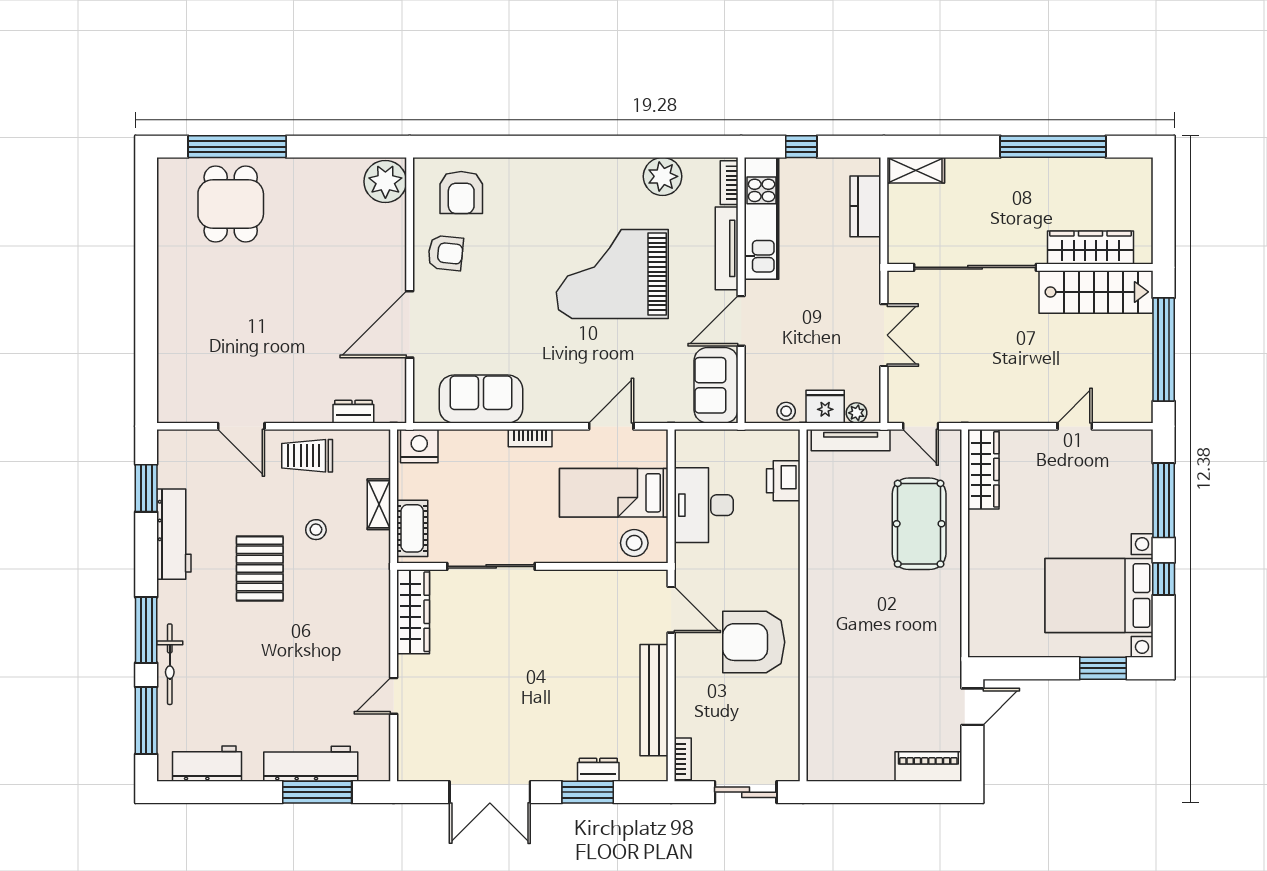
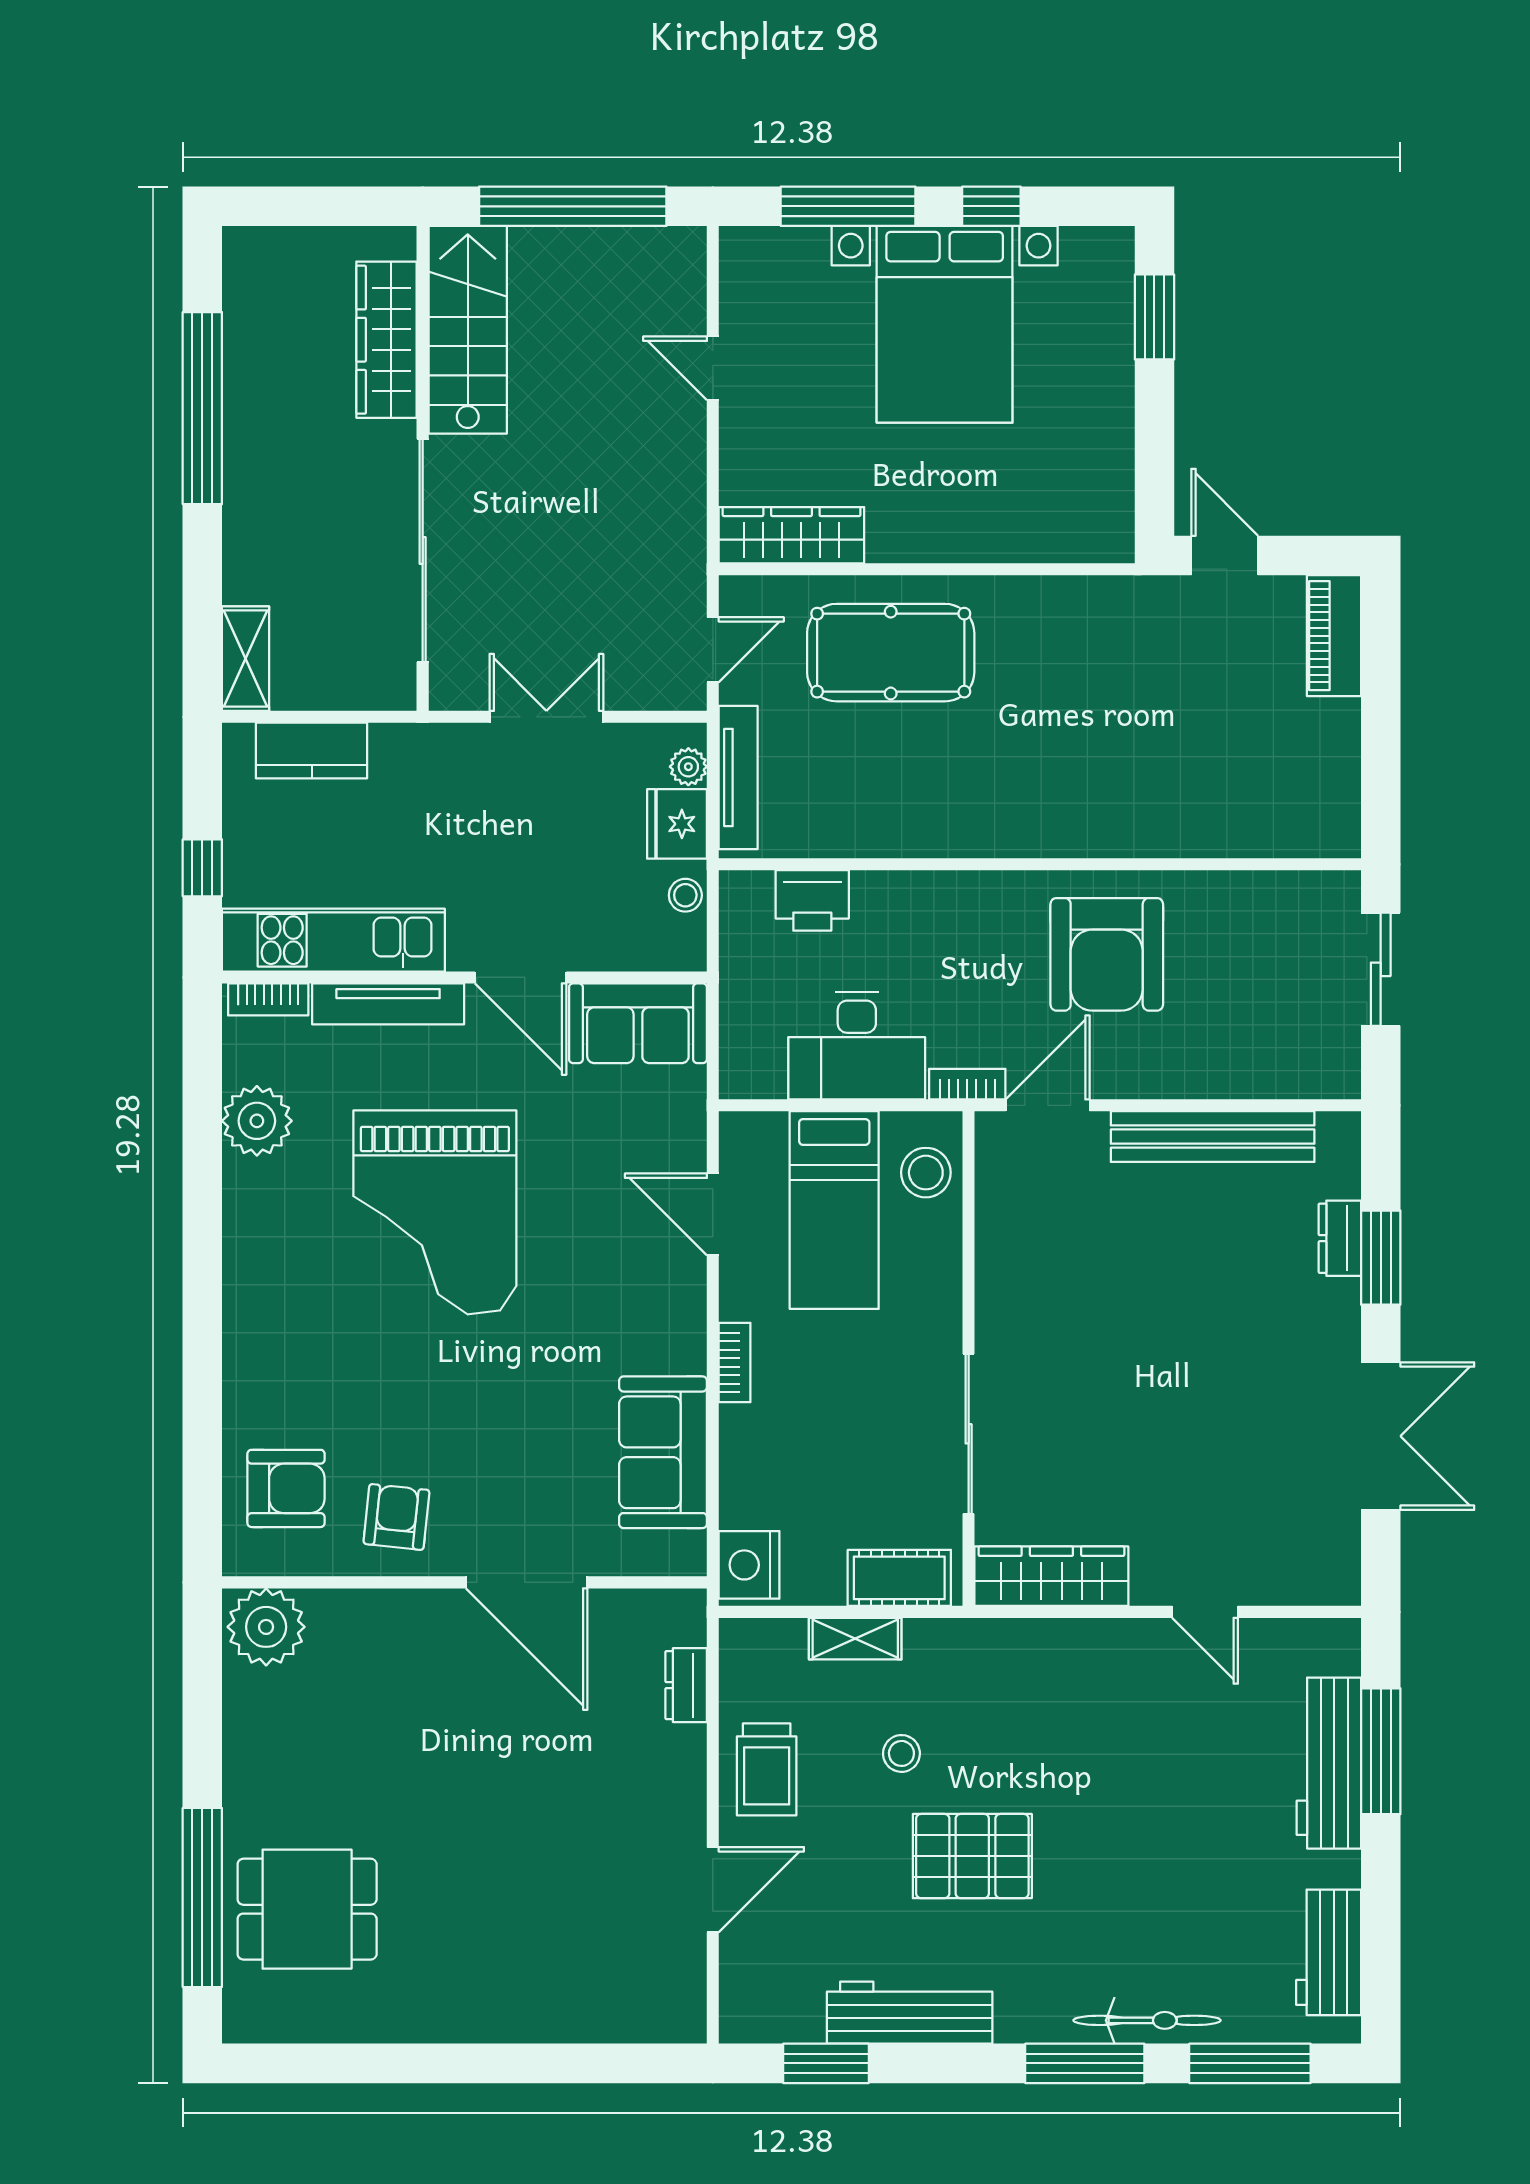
bed with nightstands: (1099, 595) -> (945, 324), moved
bookcase: (683, 759) -> (967, 1084), moved

